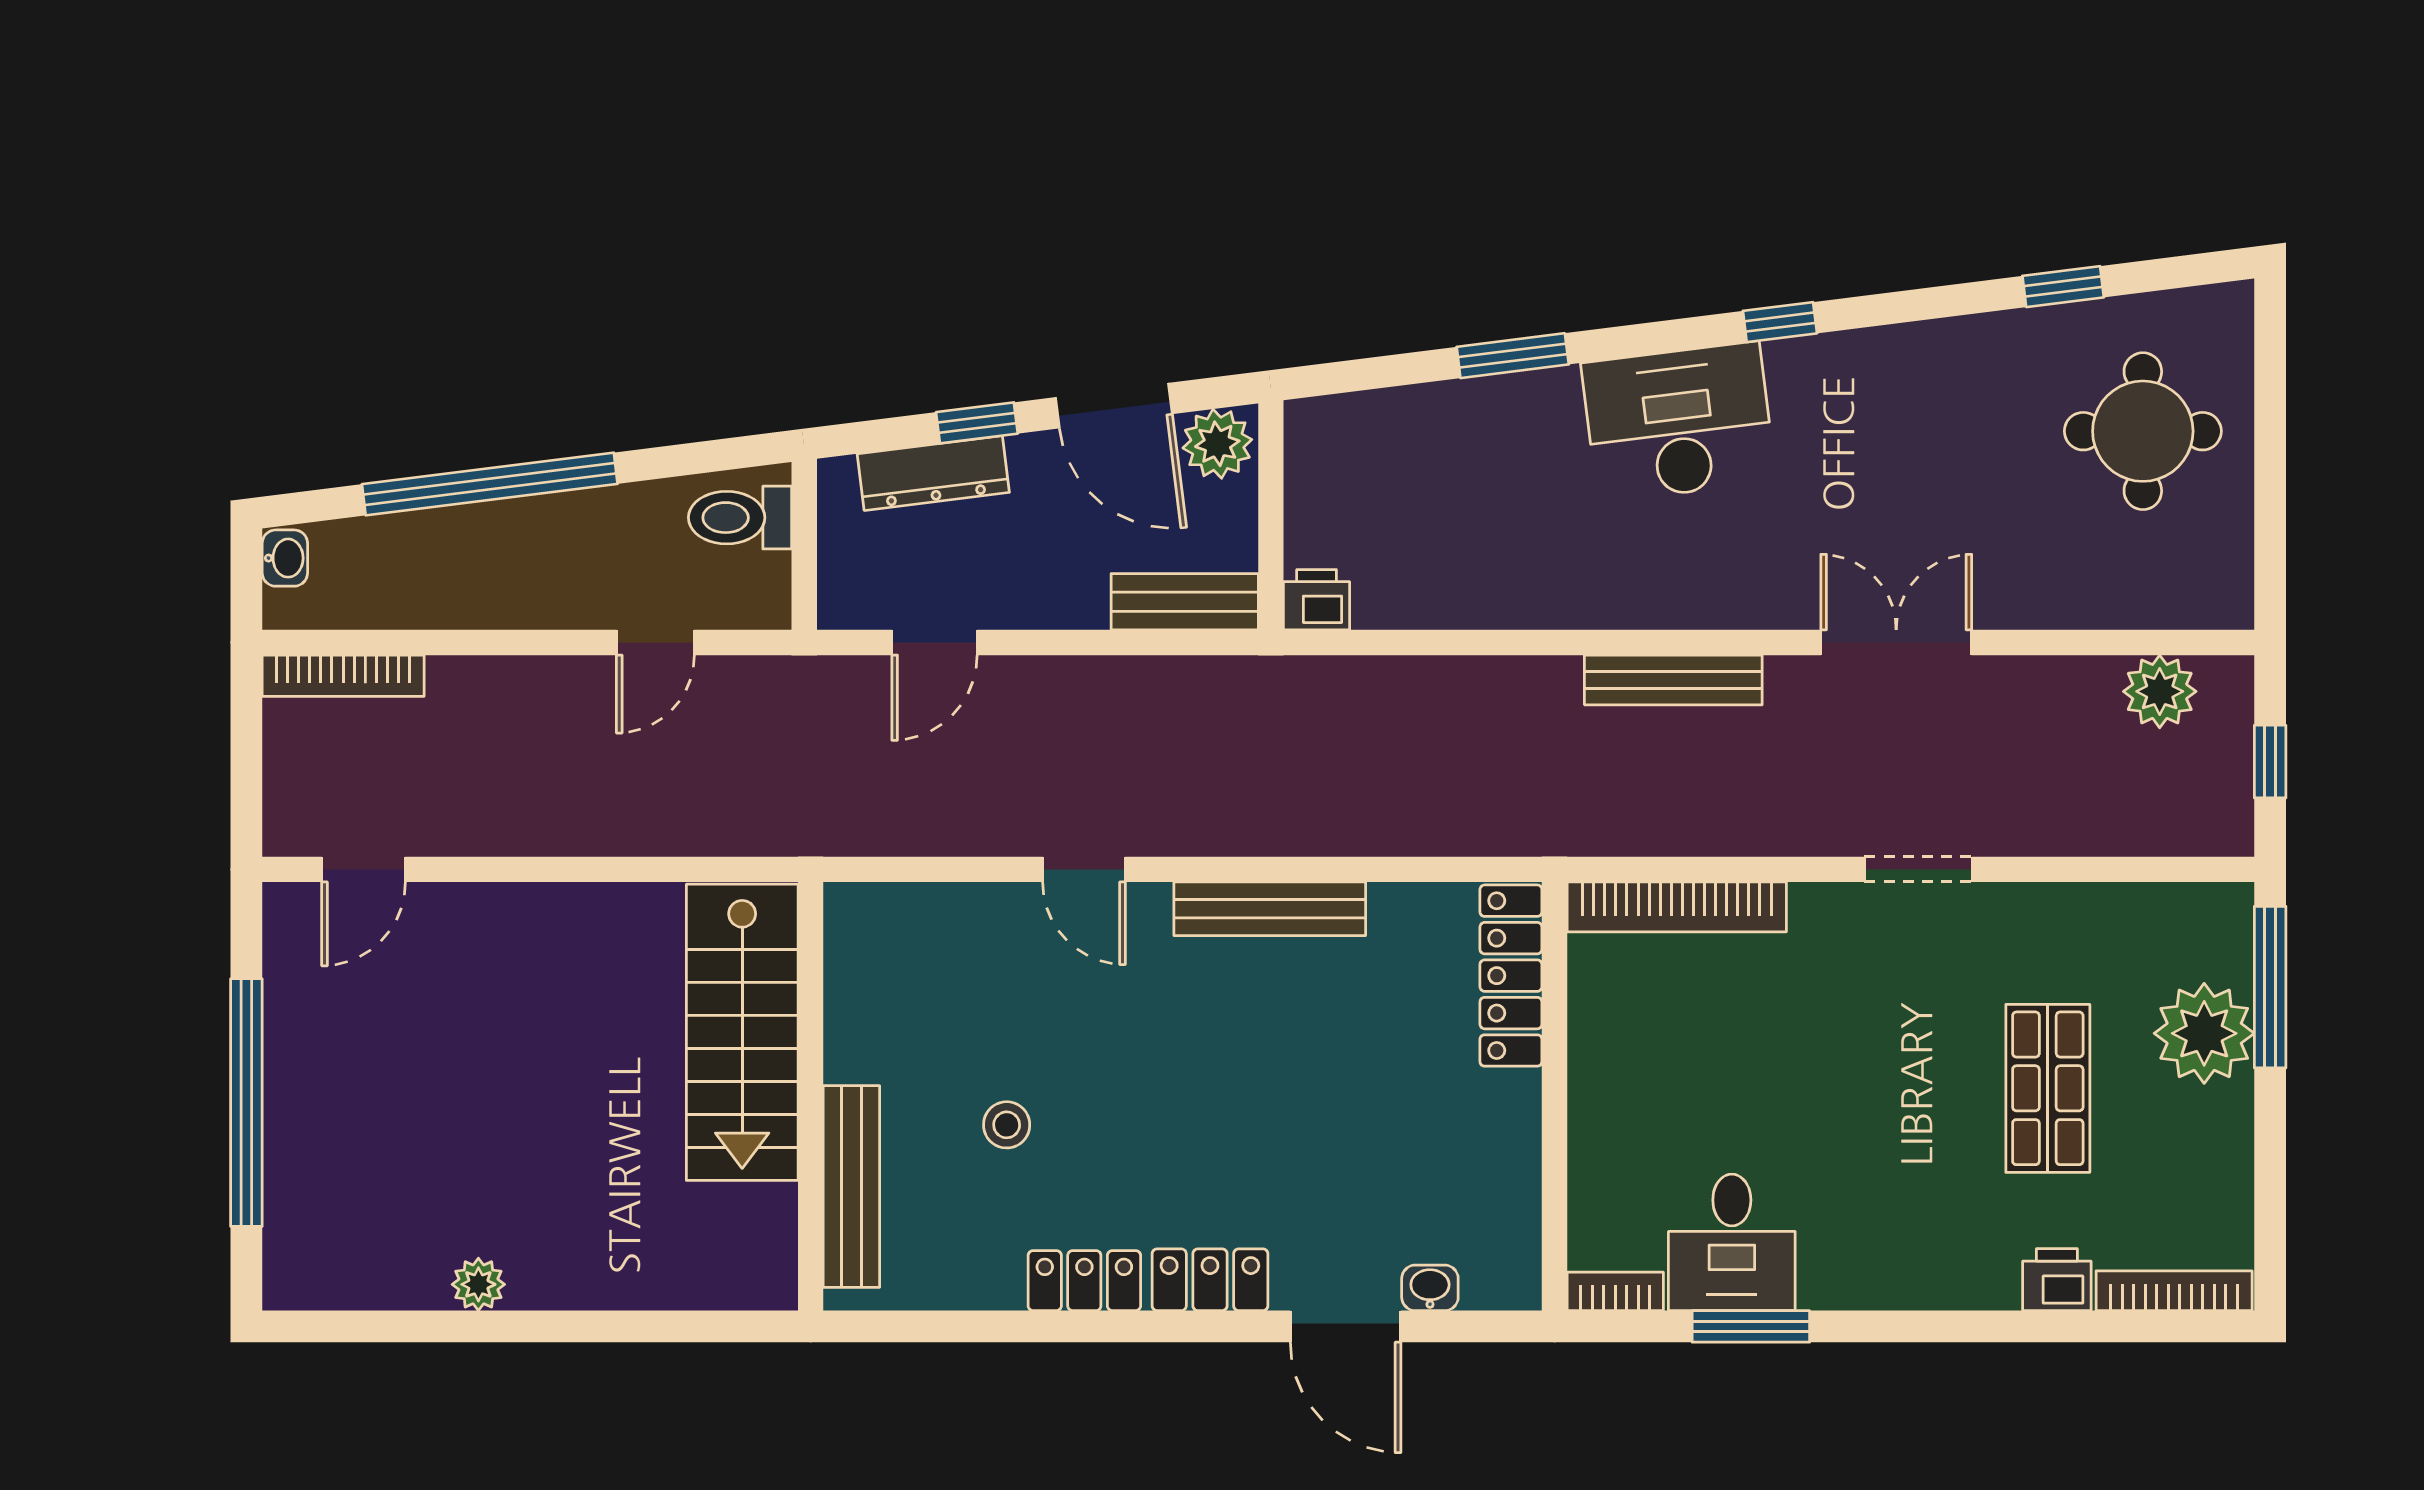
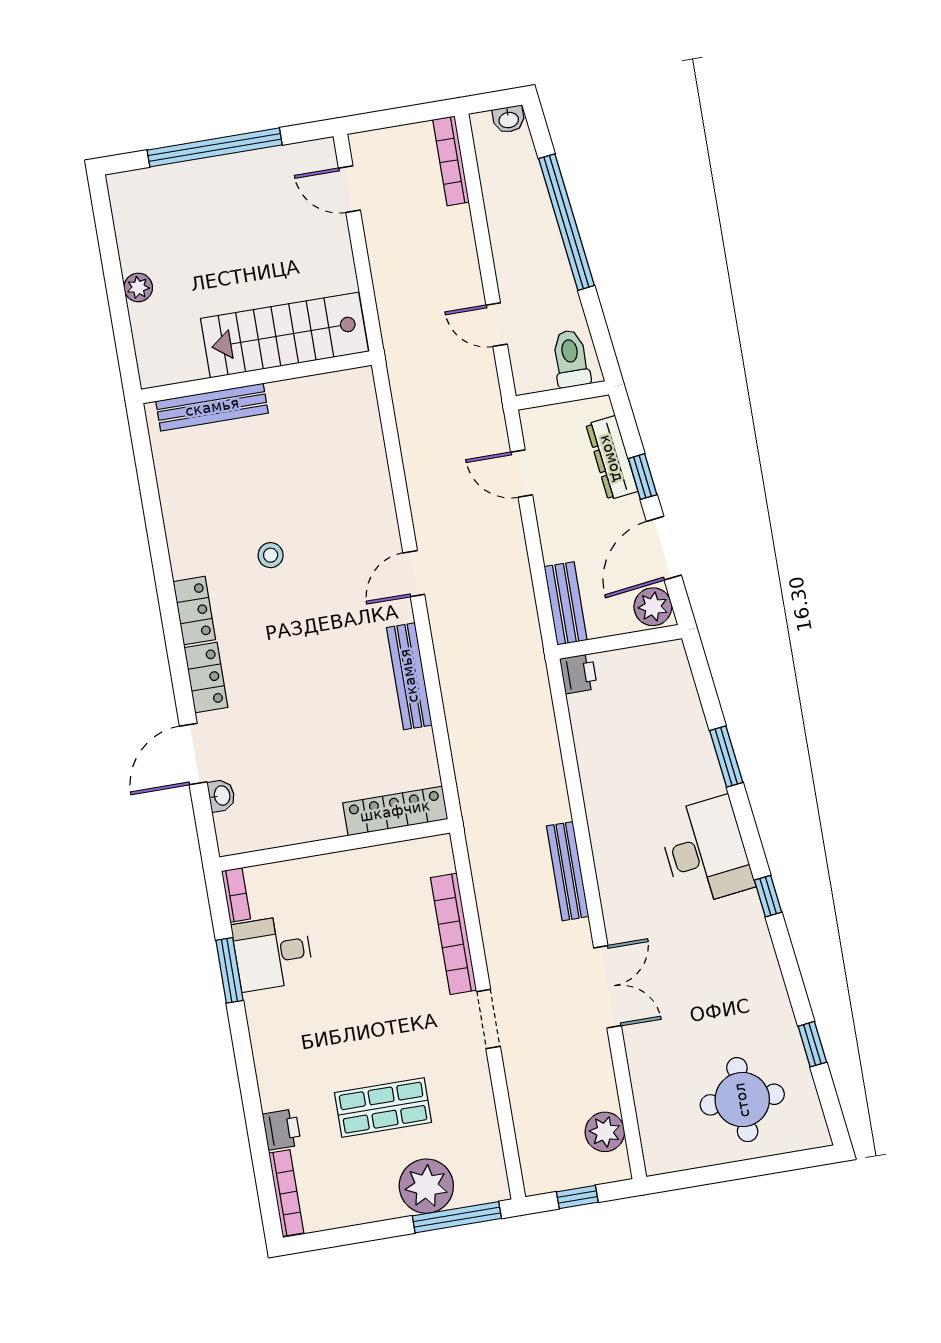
bookcase: (1677, 907) -> (454, 934), moved
stairs: (742, 1032) -> (285, 335), moved
wall: (811, 1096) -> (256, 377), moved
bench: (851, 1187) -> (212, 407), moved

